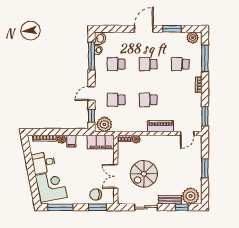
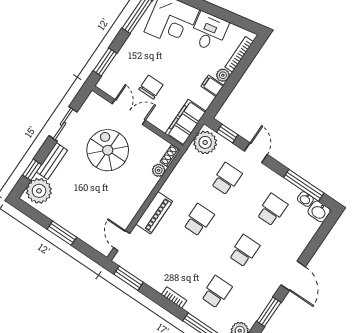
chair: (96, 195) -> (151, 87), moved

